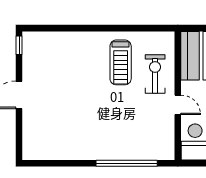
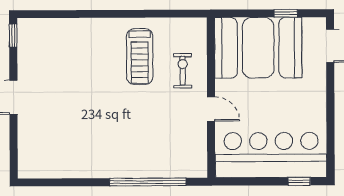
exercise bike: (155, 74) -> (183, 71), width x0.73, depth x0.72

